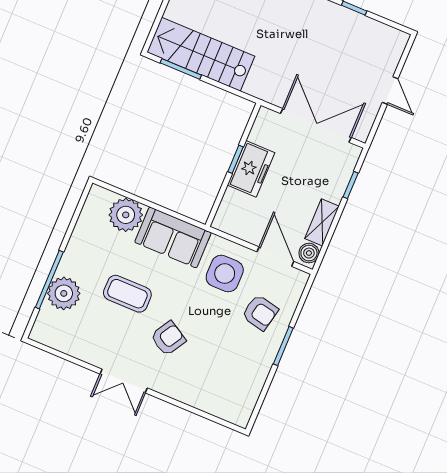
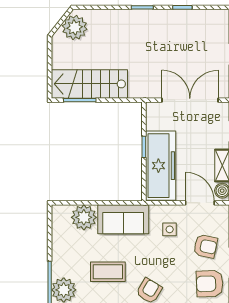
freezer: (251, 169) -> (161, 166), width x1.91, depth x1.26
side table: (225, 274) -> (170, 229), width x0.54, depth x0.54
armchair: (246, 361) -> (210, 284), added

